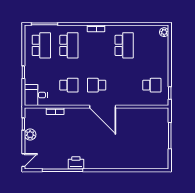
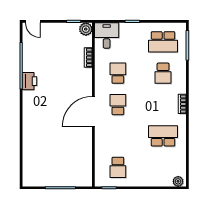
school desk: (69, 45) -> (163, 73), width x0.54
school desk: (124, 45) -> (163, 136), turned 180
school desk: (69, 85) -> (118, 73), turned 180
plant: (30, 135) -> (86, 29), moved

